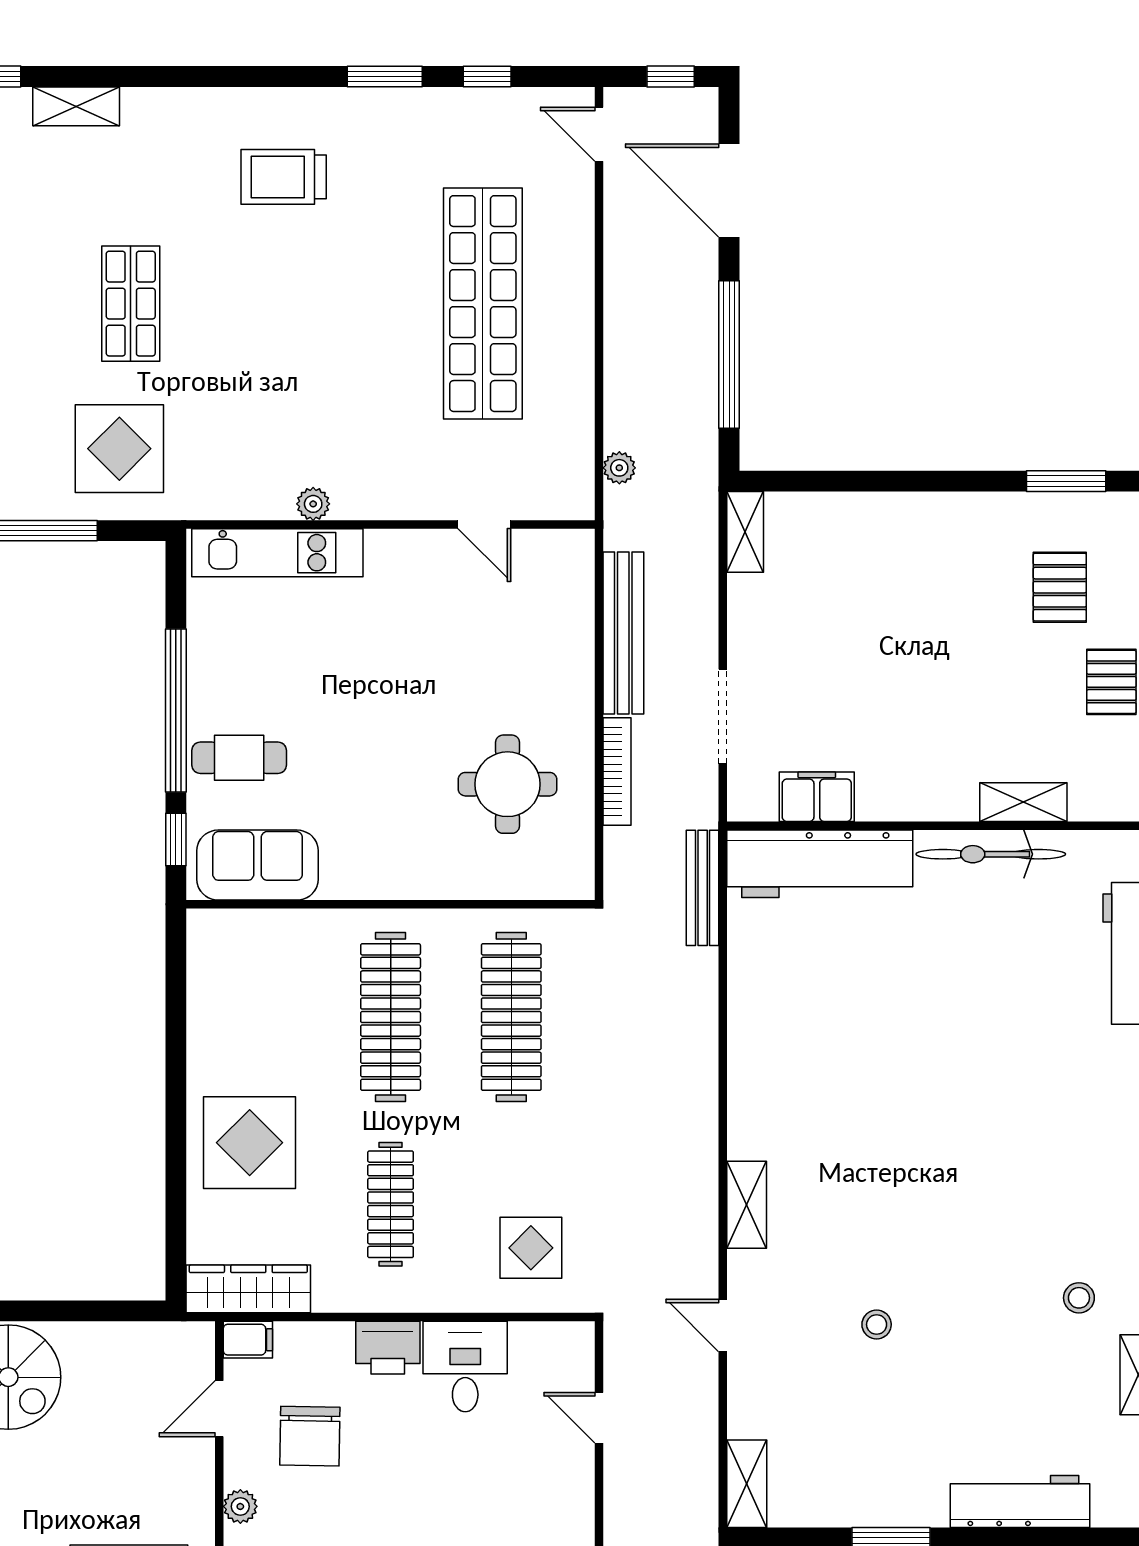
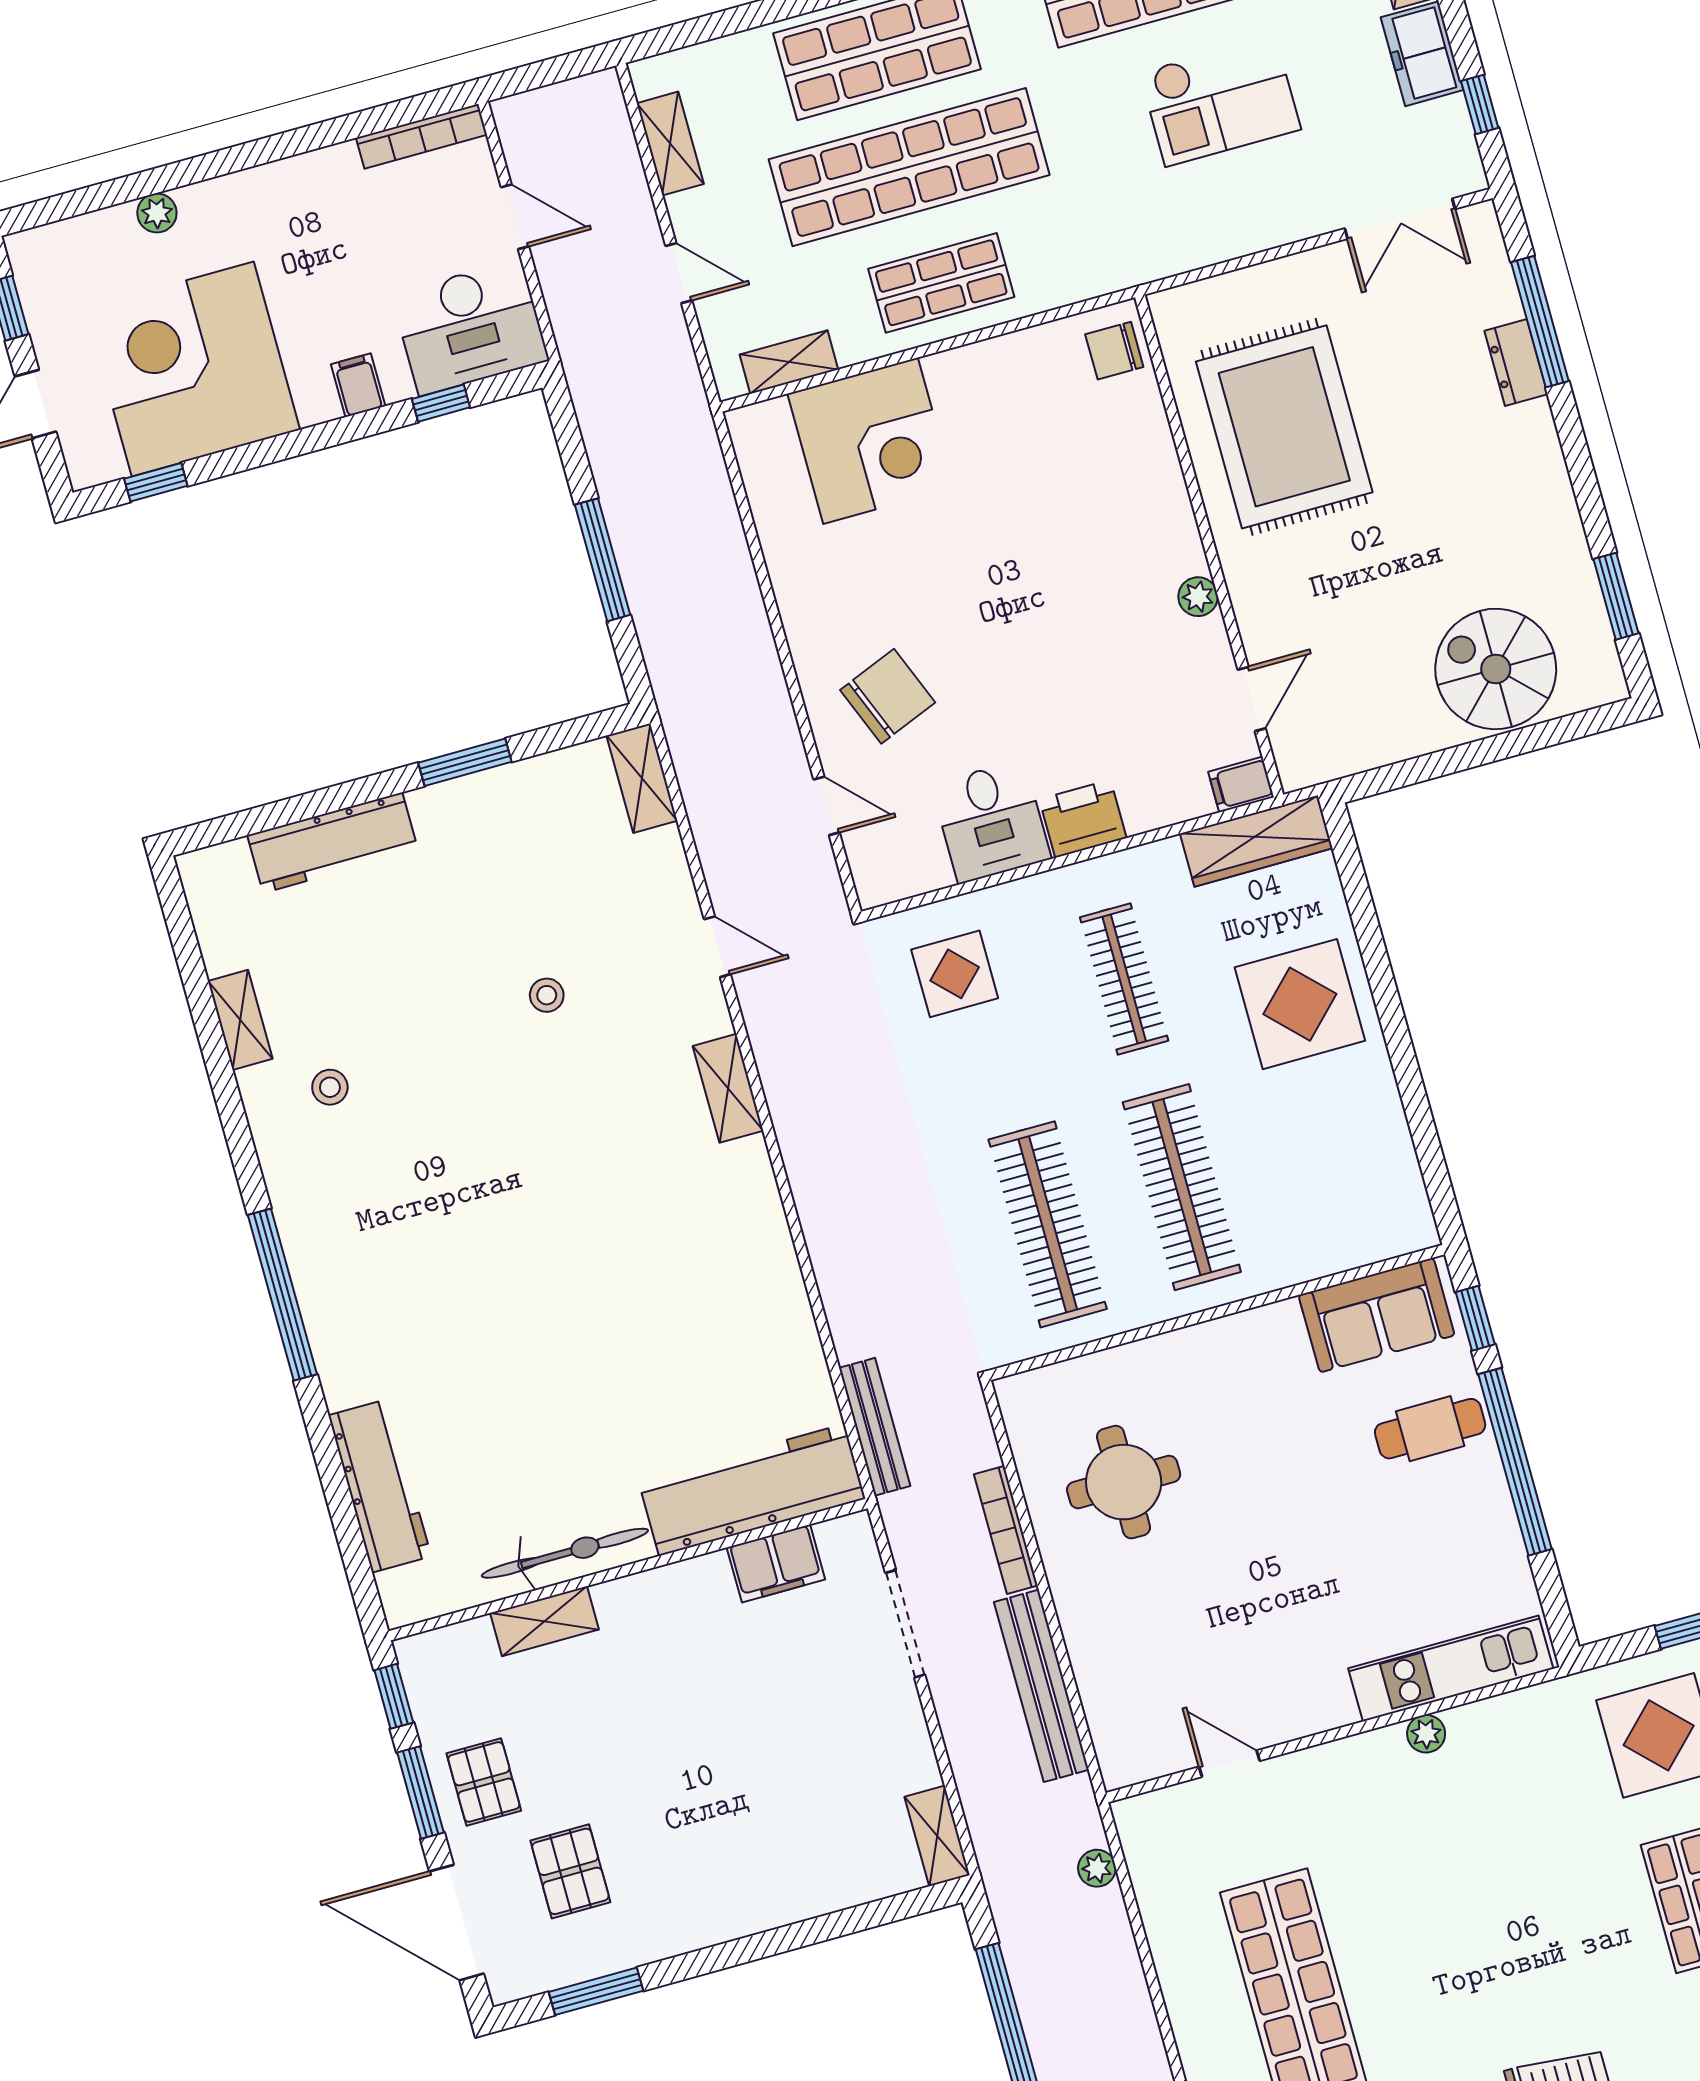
chair: (310, 1436) -> (888, 696), moved, turned 67

